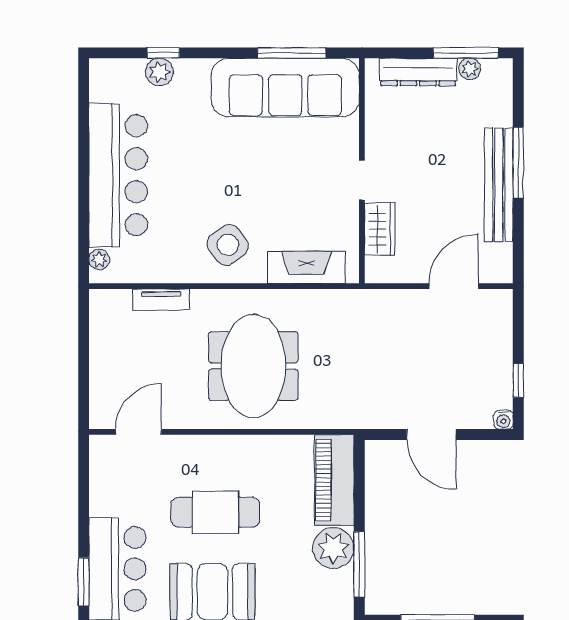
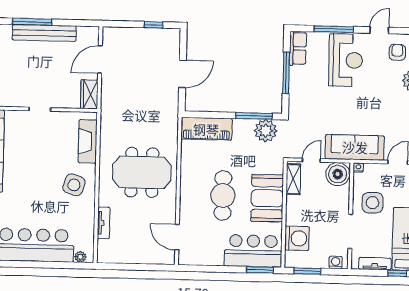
wardrobe: (380, 229) -> (89, 94), moved, turned -90
side table: (228, 245) -> (74, 185), turned -35
door: (454, 286) -> (100, 59), hinge flipped
water cooler: (503, 420) -> (175, 34), removed
plant: (333, 548) -> (266, 131), moved

